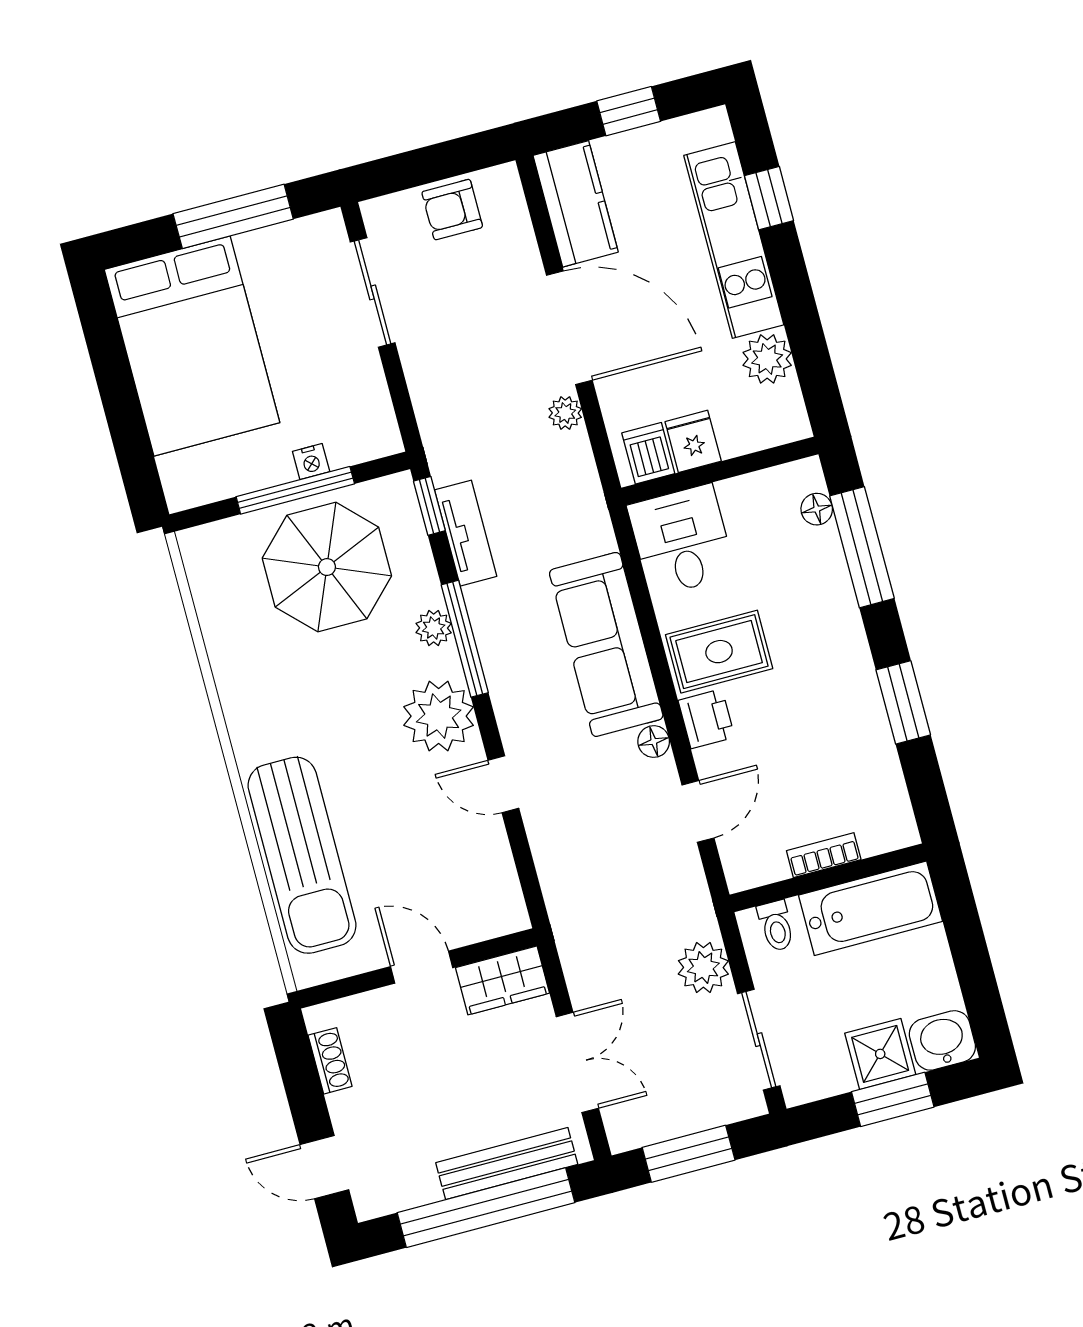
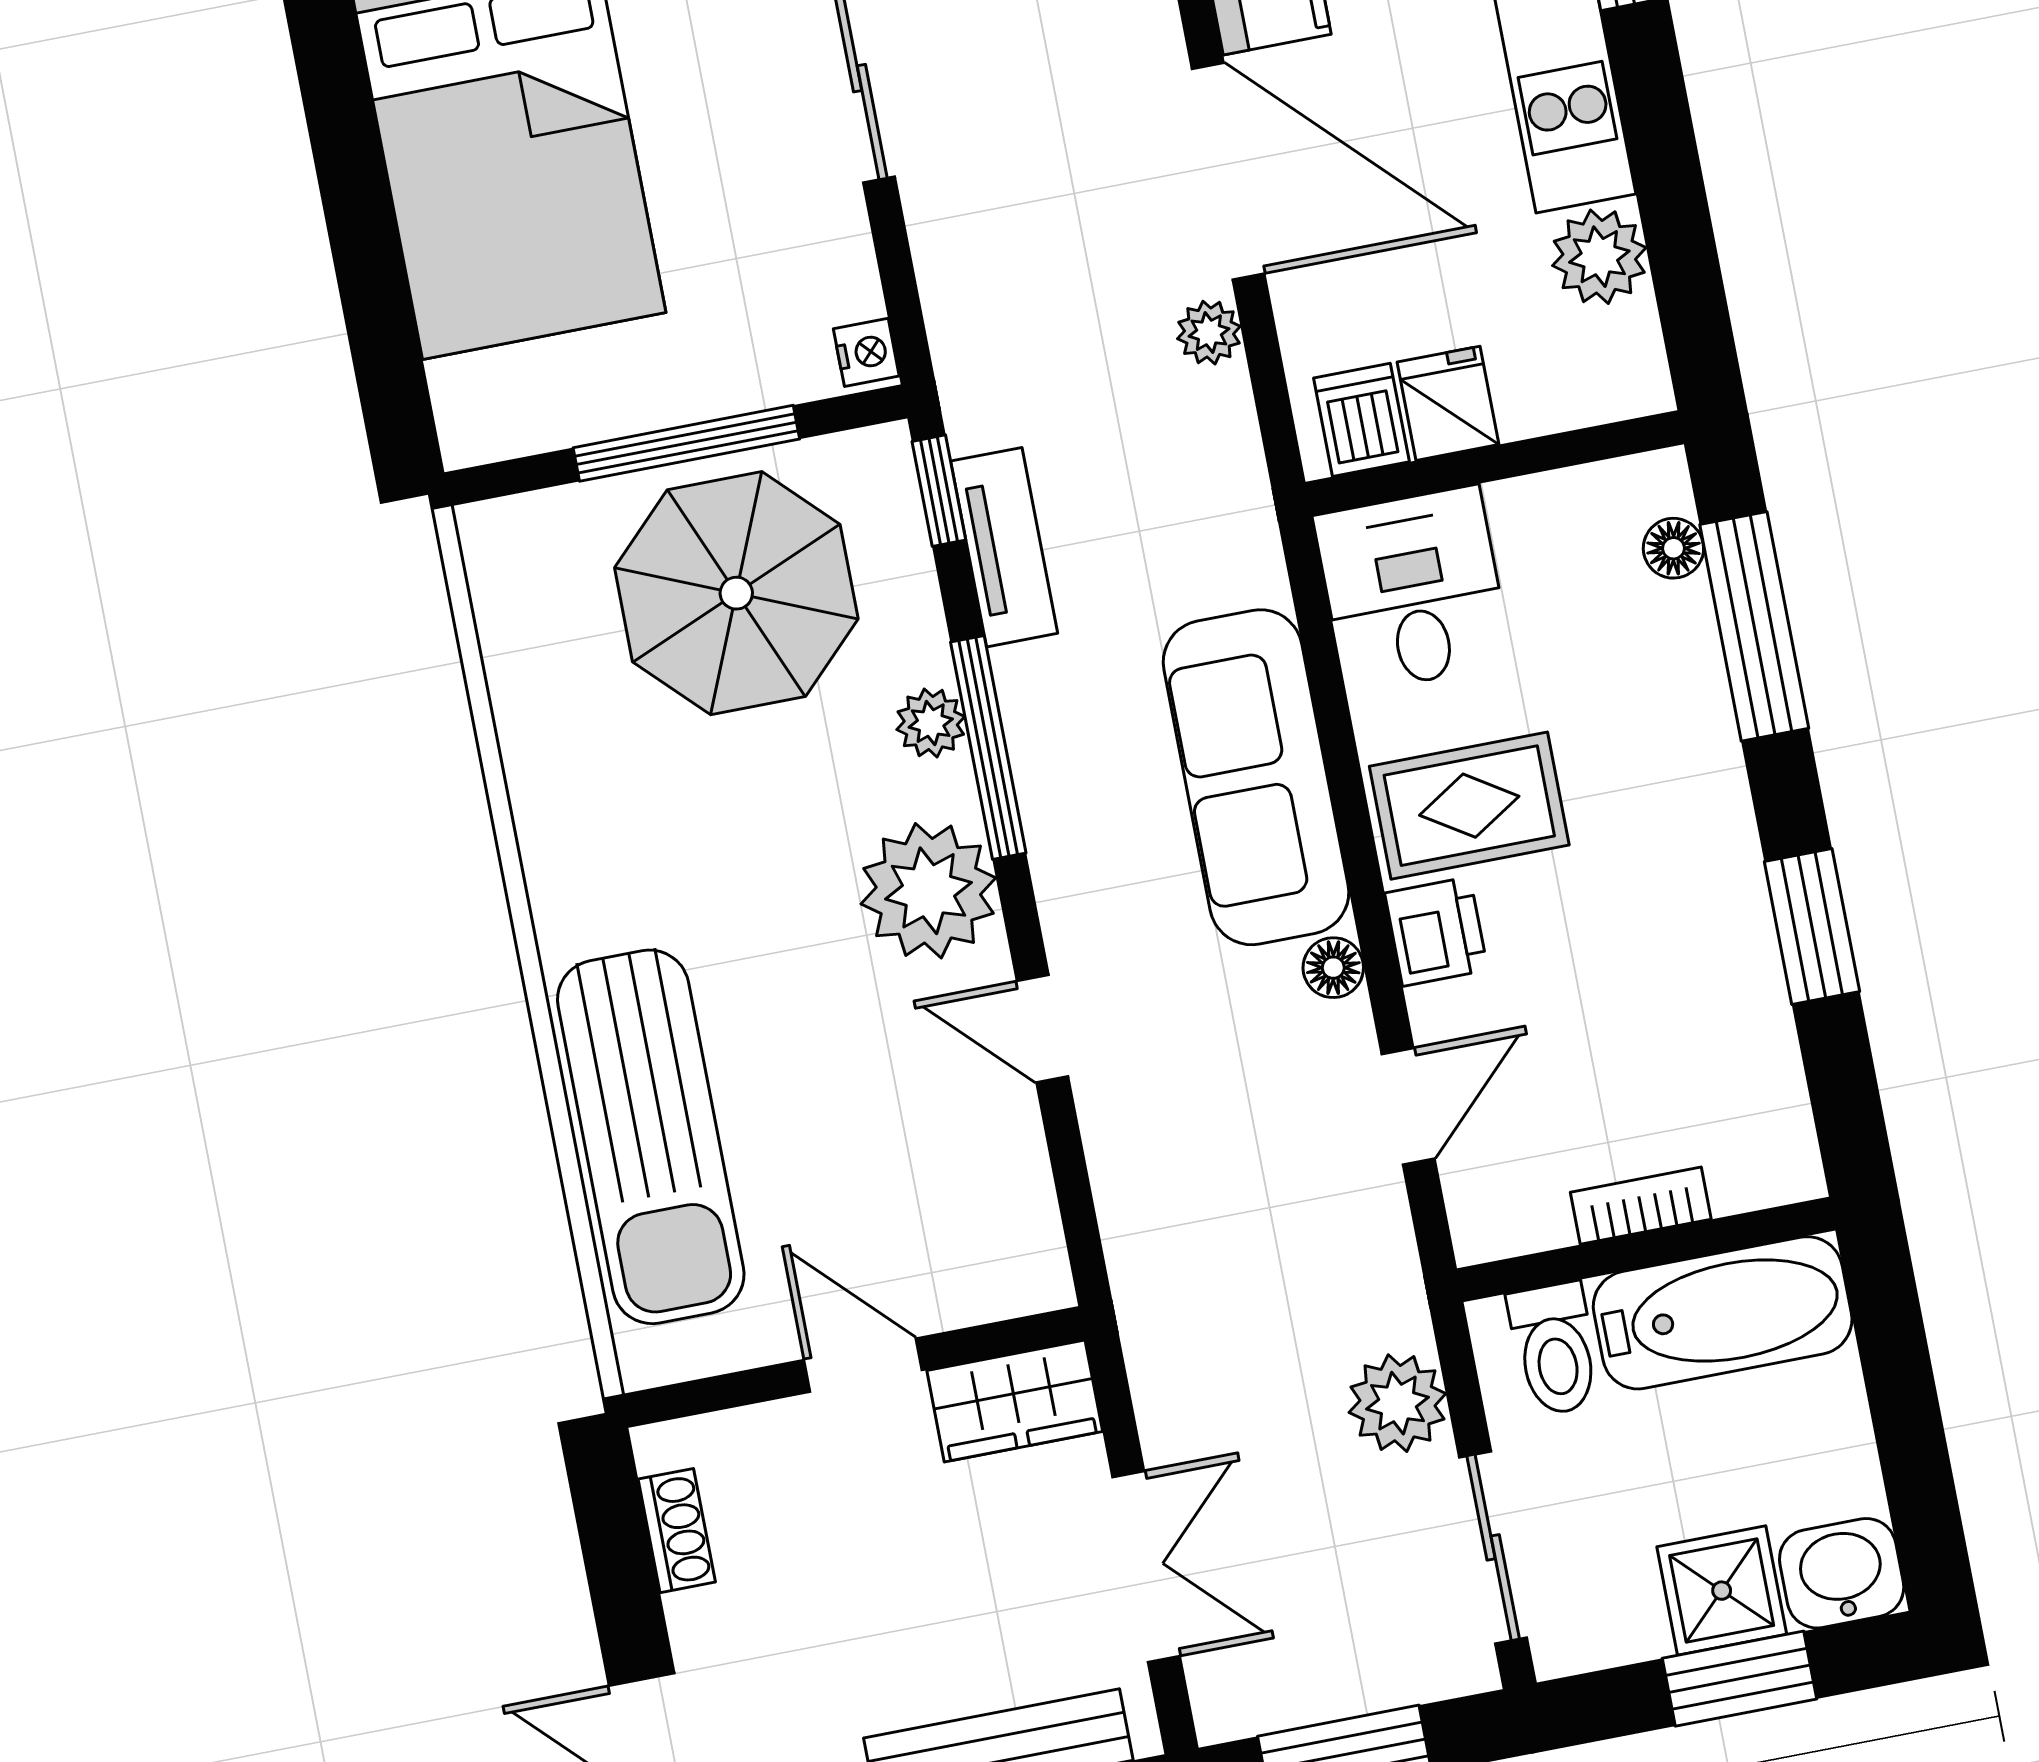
nightstand: (311, 462) -> (866, 352), moved, turned -90
toilet: (776, 926) -> (1555, 1349), width x1.37, depth x1.39

